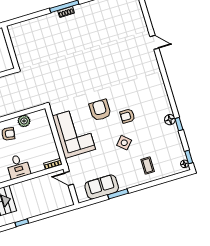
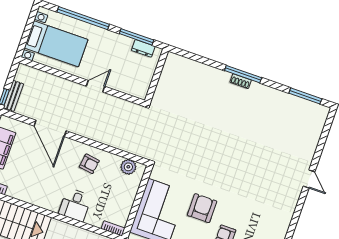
plant: (24, 121) -> (128, 167), moved

